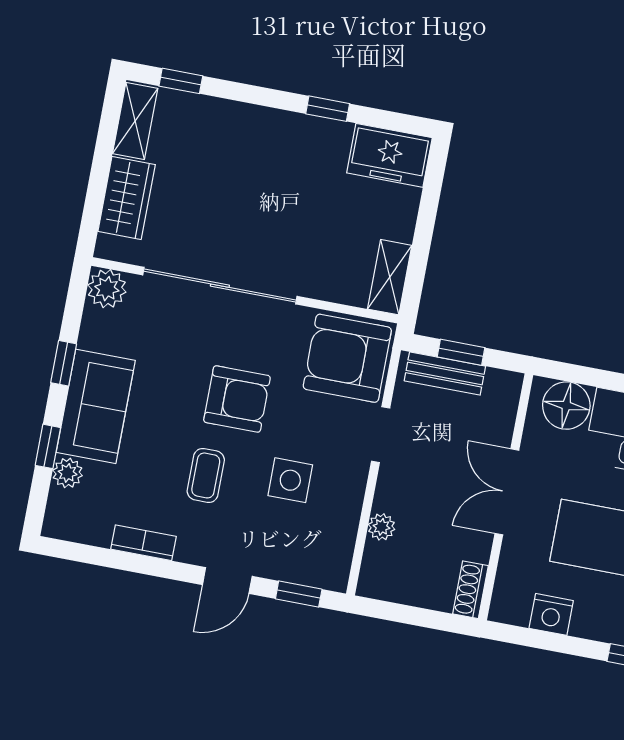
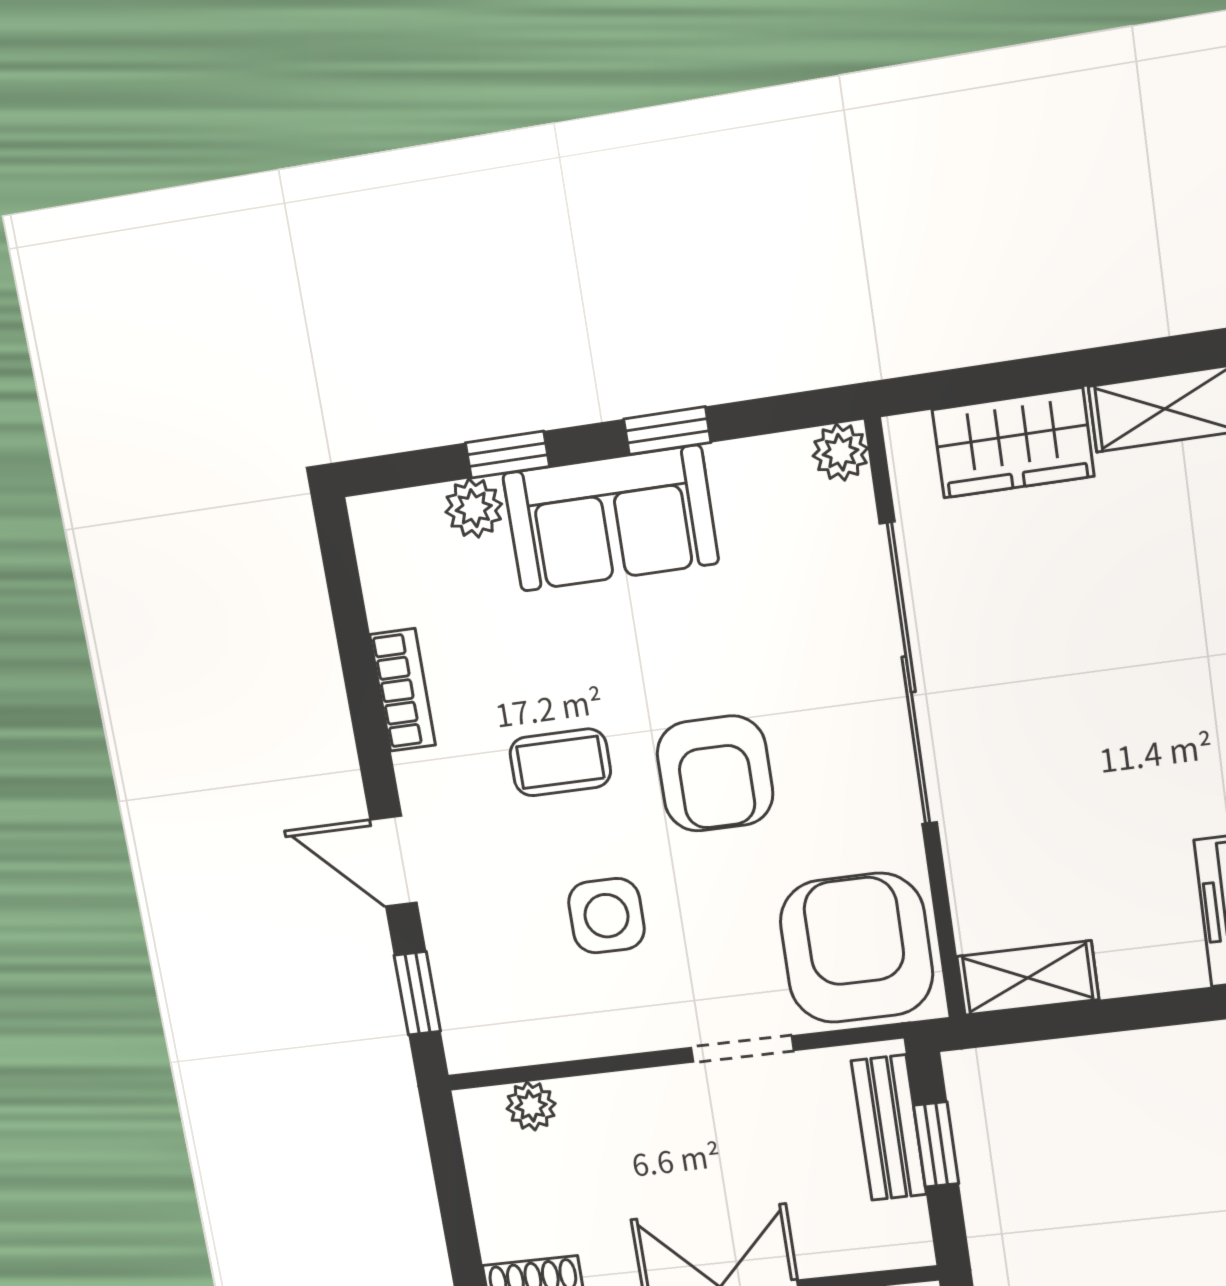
plant: (107, 289) -> (840, 452), width x0.73, depth x0.73
plant: (381, 527) -> (531, 1106), moved

